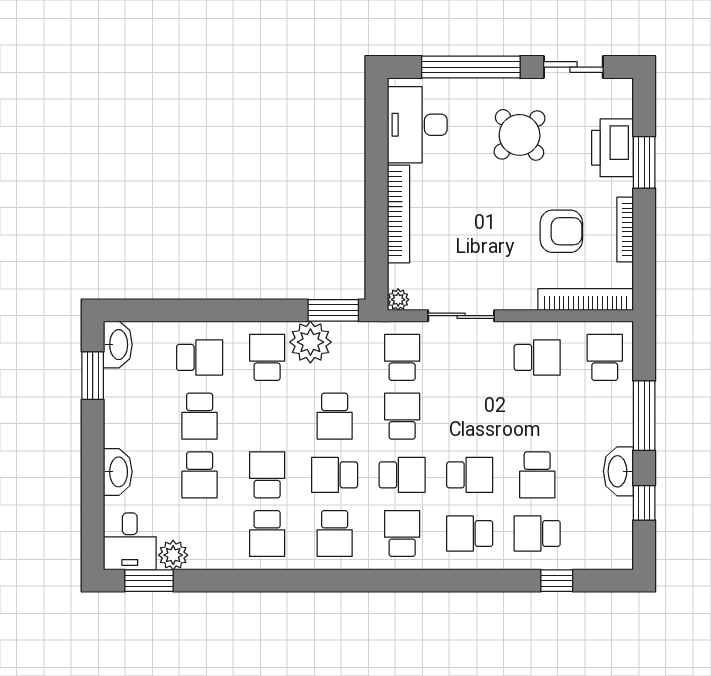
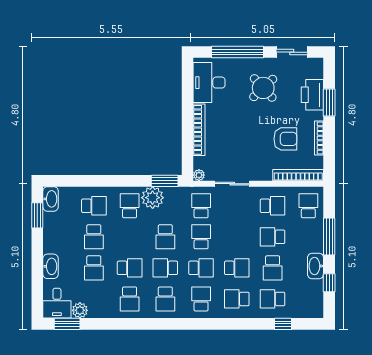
school desk: (537, 416) -> (273, 237), added
school desk: (267, 475) -> (130, 268), turned 90

